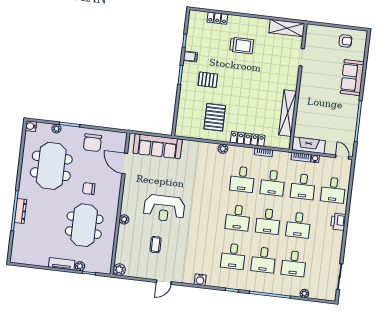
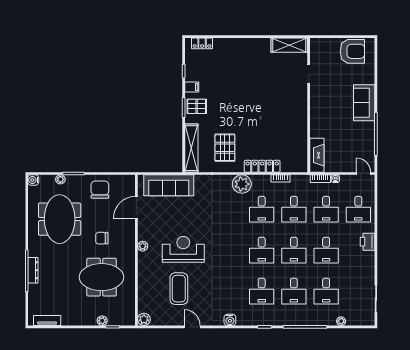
locker: (217, 18) -> (202, 43), moved
armchair: (345, 41) -> (352, 51), width x1.88, depth x1.88
trolley: (242, 46) -> (244, 69), removed
sofa: (352, 78) -> (364, 103), moved
pallet: (208, 80) -> (197, 106), moved
shelving: (288, 113) -> (191, 148), moved
chair: (92, 143) -> (100, 190), turned 180
fireplace: (309, 145) -> (317, 155), moved, turned 90
plant: (223, 149) -> (242, 184), width x1.87, depth x1.87
door: (125, 163) -> (136, 207), hinge flipped
reception desk: (164, 208) -> (183, 249), turned 180
plant: (124, 219) -> (143, 246), moved
meeting table: (84, 225) -> (102, 277), turned 90
coffee table: (156, 245) -> (179, 289), width x1.86, depth x1.72
tv unit: (62, 264) -> (47, 320), moved
door: (164, 282) -> (192, 327), swing flipped

